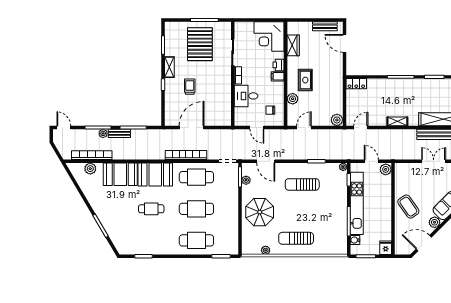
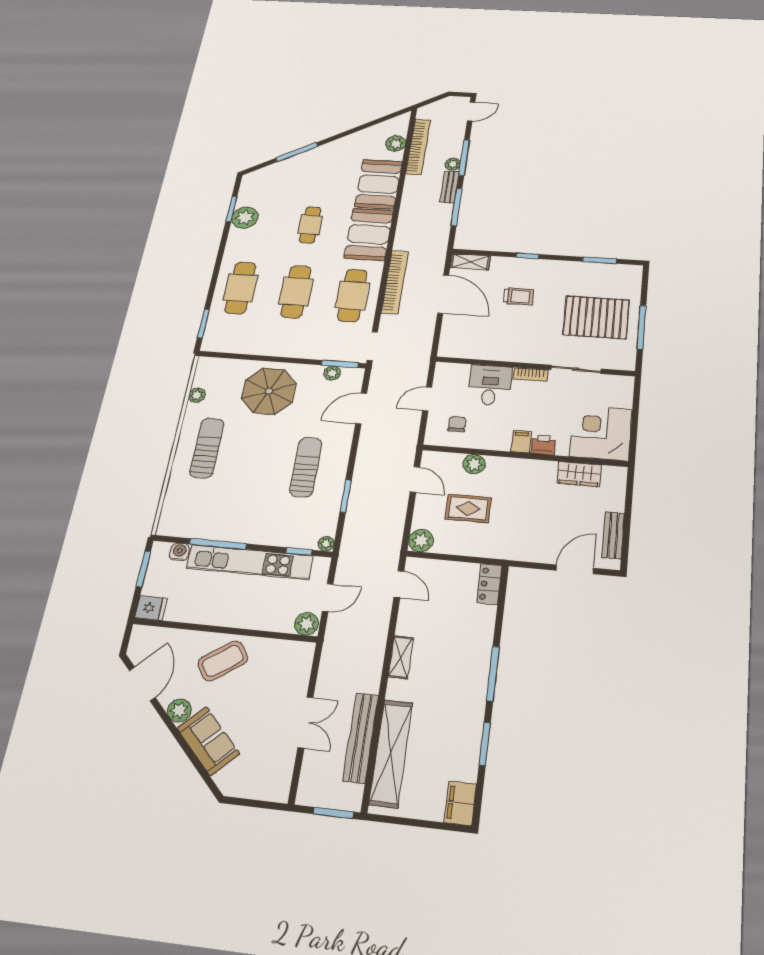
shelving: (169, 67) -> (470, 262), moved
rug: (305, 80) -> (468, 508), moved
plant: (149, 247) -> (245, 218), added

